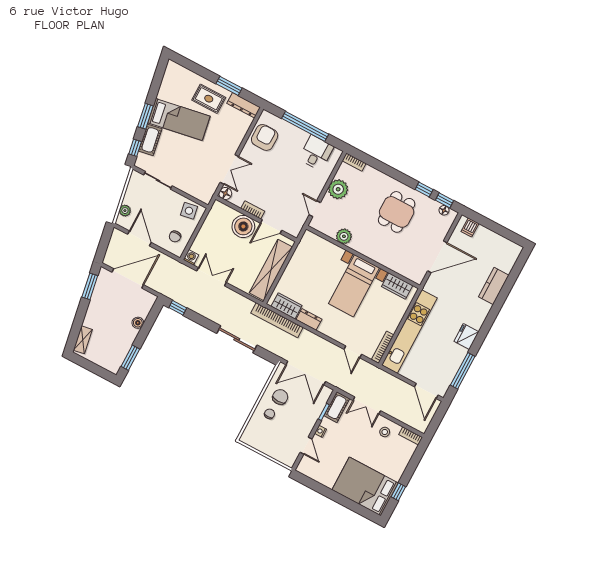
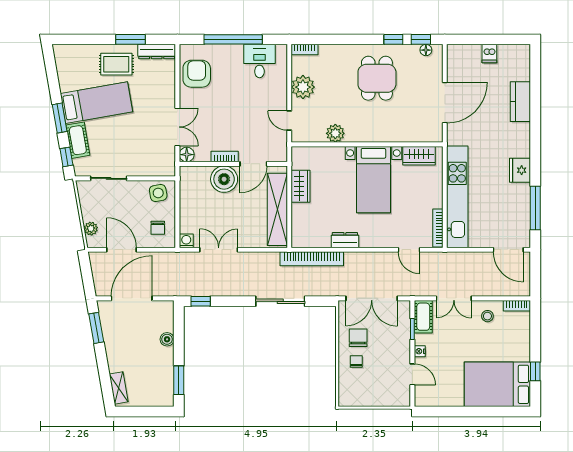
dishwasher: (470, 227) -> (489, 54), moved
wardrobe: (287, 306) -> (301, 186), moved, turned 90

